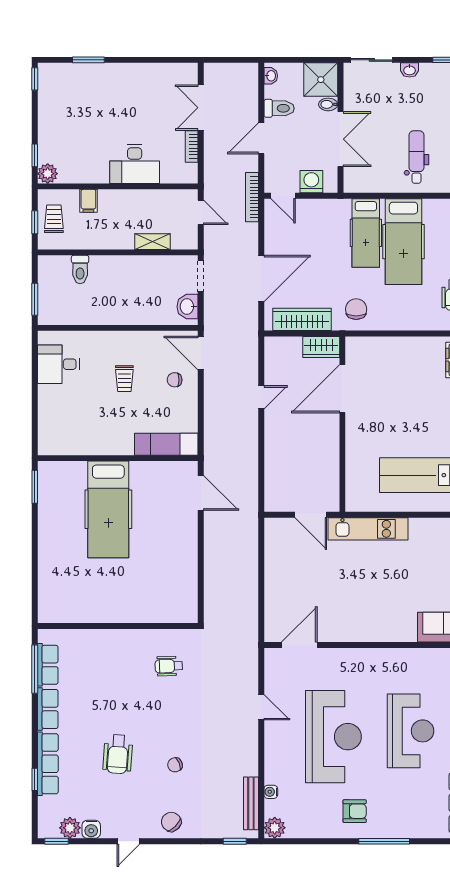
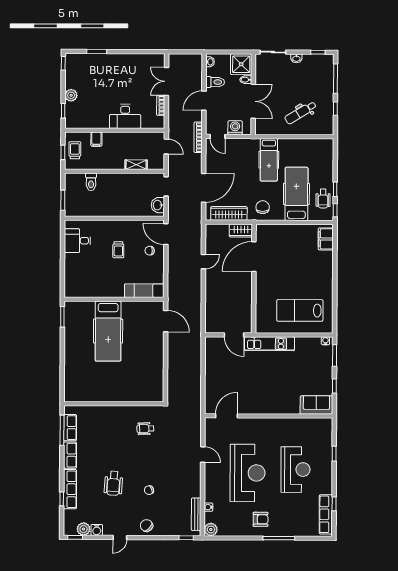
dental chair: (417, 157) -> (301, 113), turned -121
plant: (48, 174) -> (71, 95), moved
hospital bed: (403, 242) -> (296, 194), moved, turned 180

